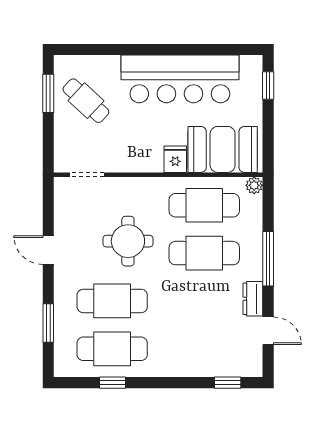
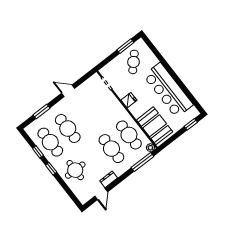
fridge: (175, 159) -> (129, 100), moved
round table: (128, 241) -> (75, 170), moved
door: (48, 250) -> (68, 91), hinge flipped
window: (268, 259) -> (142, 162), moved
window: (228, 383) -> (51, 169), moved

